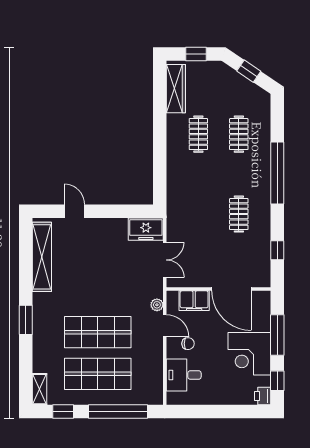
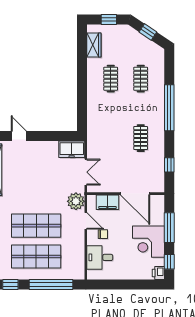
wardrobe: (176, 89) -> (94, 45), width x0.67
plant: (157, 305) -> (76, 201), width x1.88, depth x1.88

